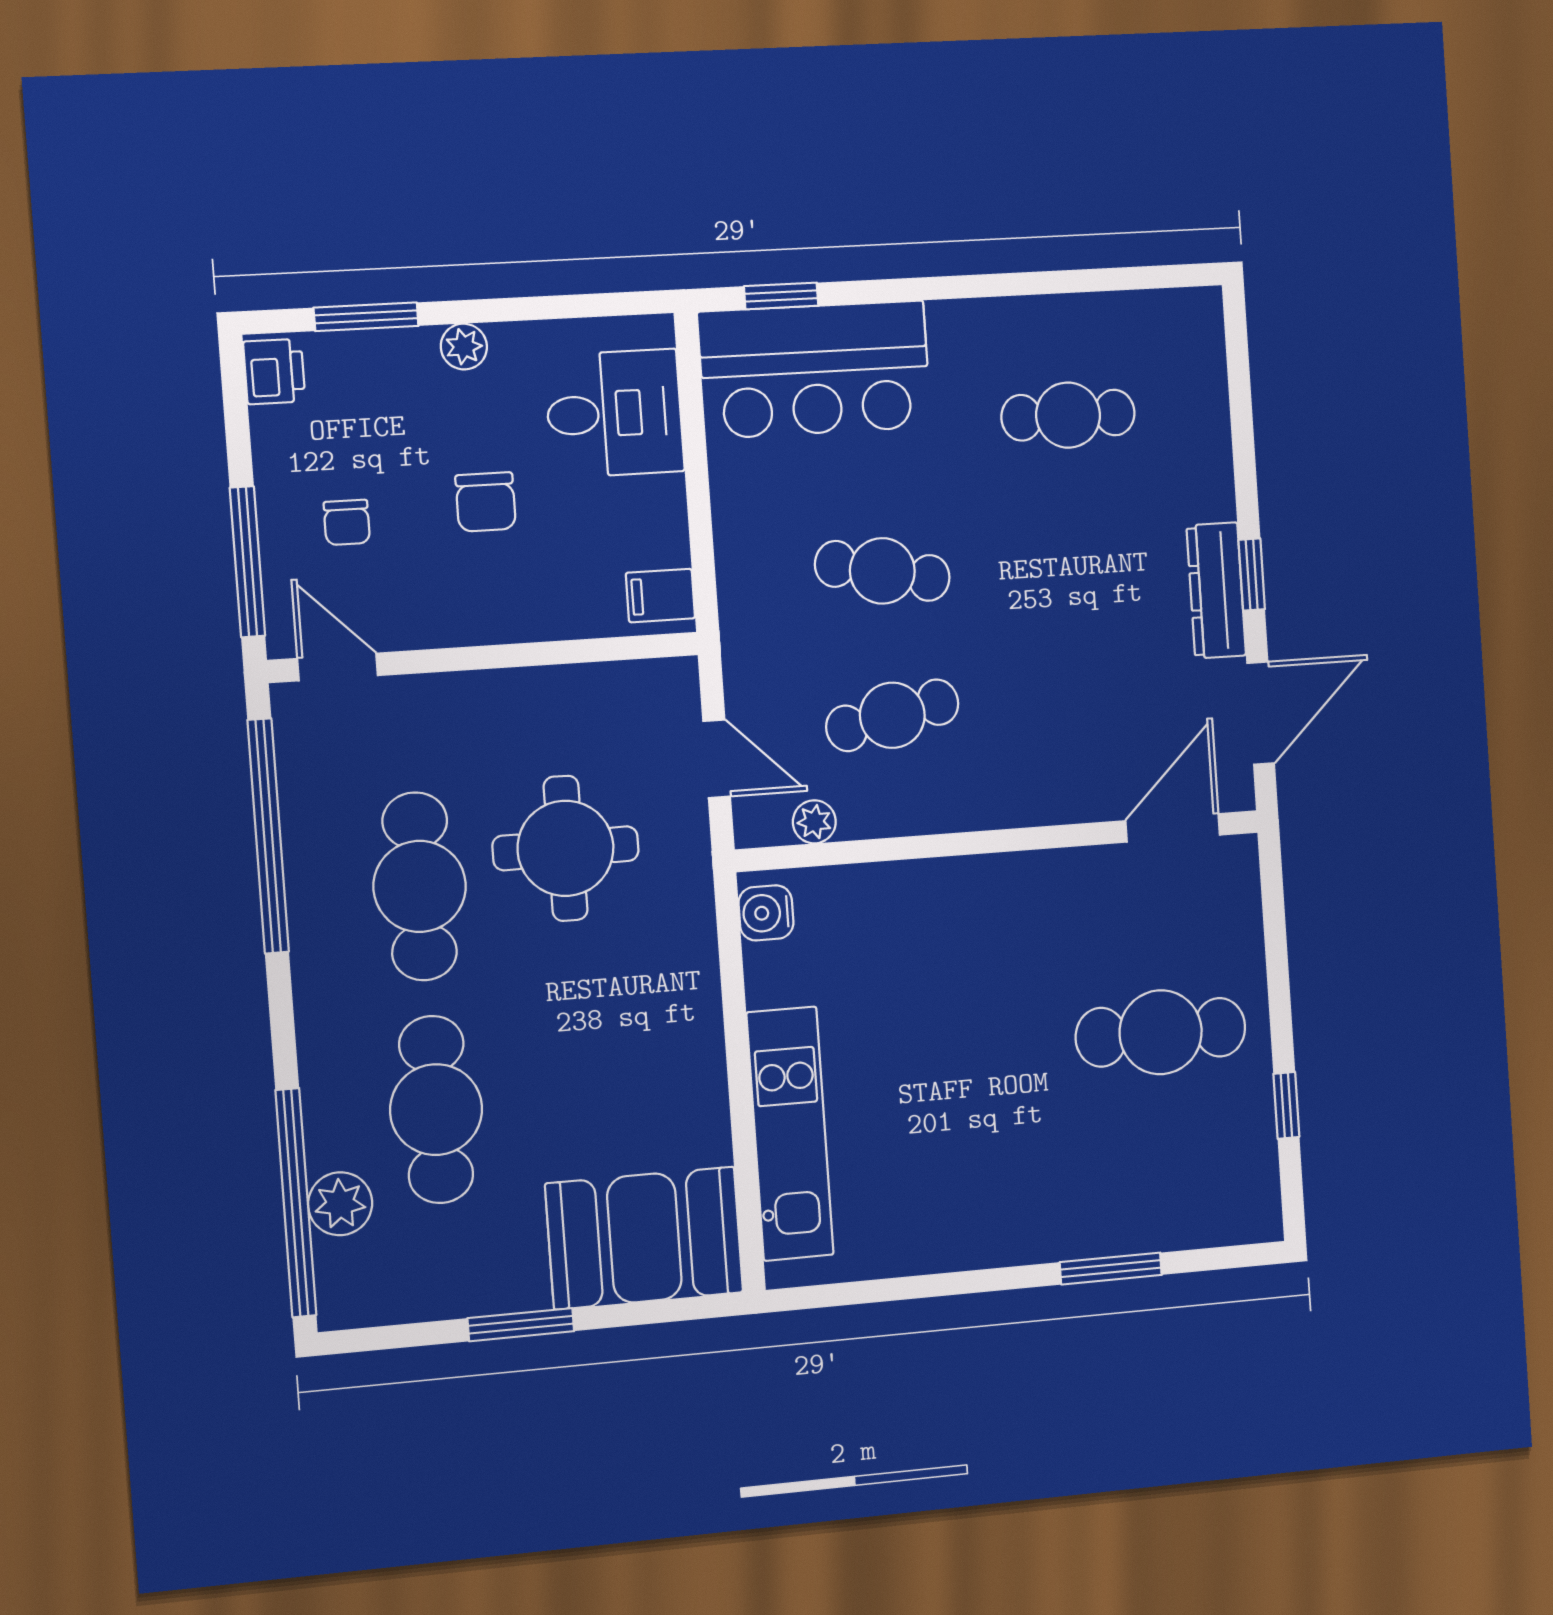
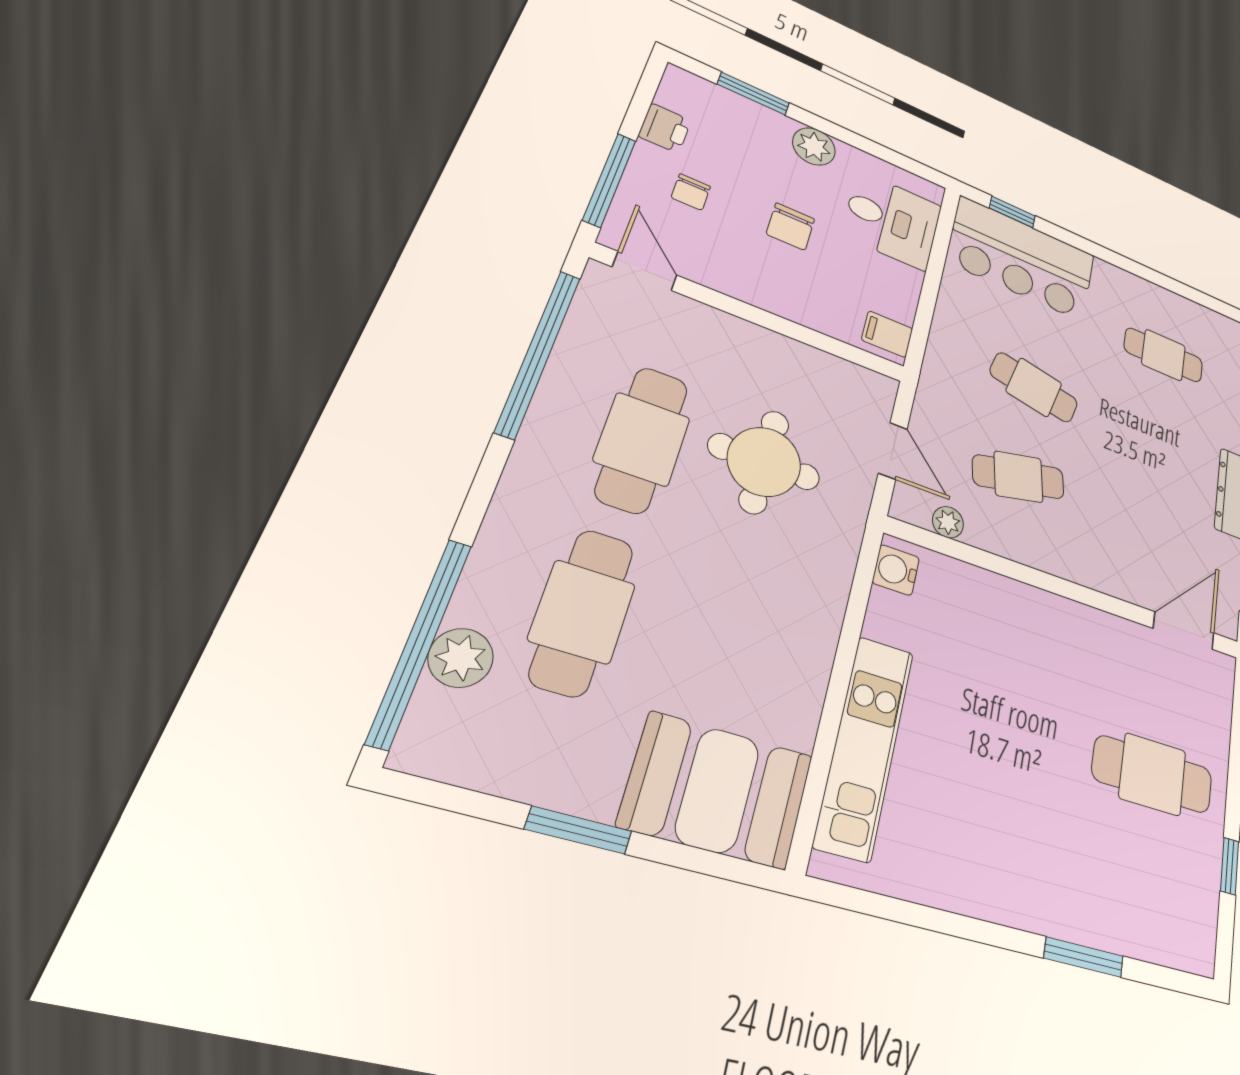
plant: (464, 347) -> (814, 146), width x1.38, depth x1.38
printer: (274, 371) -> (665, 128), moved

